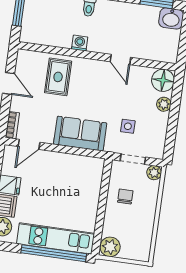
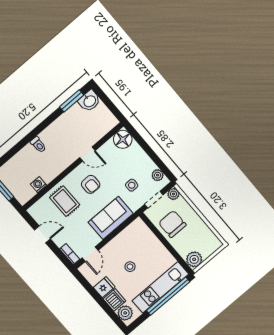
washing machine: (80, 43) -> (38, 185), moved
armchair: (95, 87) -> (91, 184), added
plant: (164, 104) -> (158, 175), moved
stool: (50, 192) -> (130, 267), added
chair: (125, 196) -> (172, 224), width x1.87, depth x1.87

